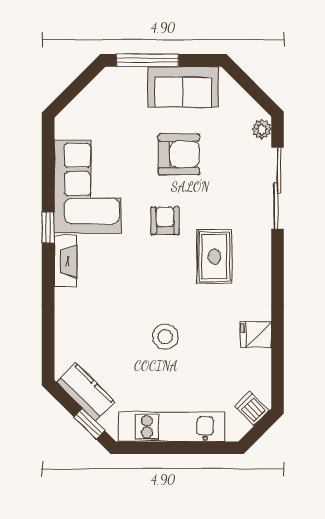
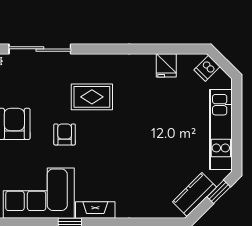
armchair: (165, 221) -> (65, 134), turned 90
fridge: (256, 335) -> (166, 65), moved
stool: (165, 337) -> (153, 134), removed

